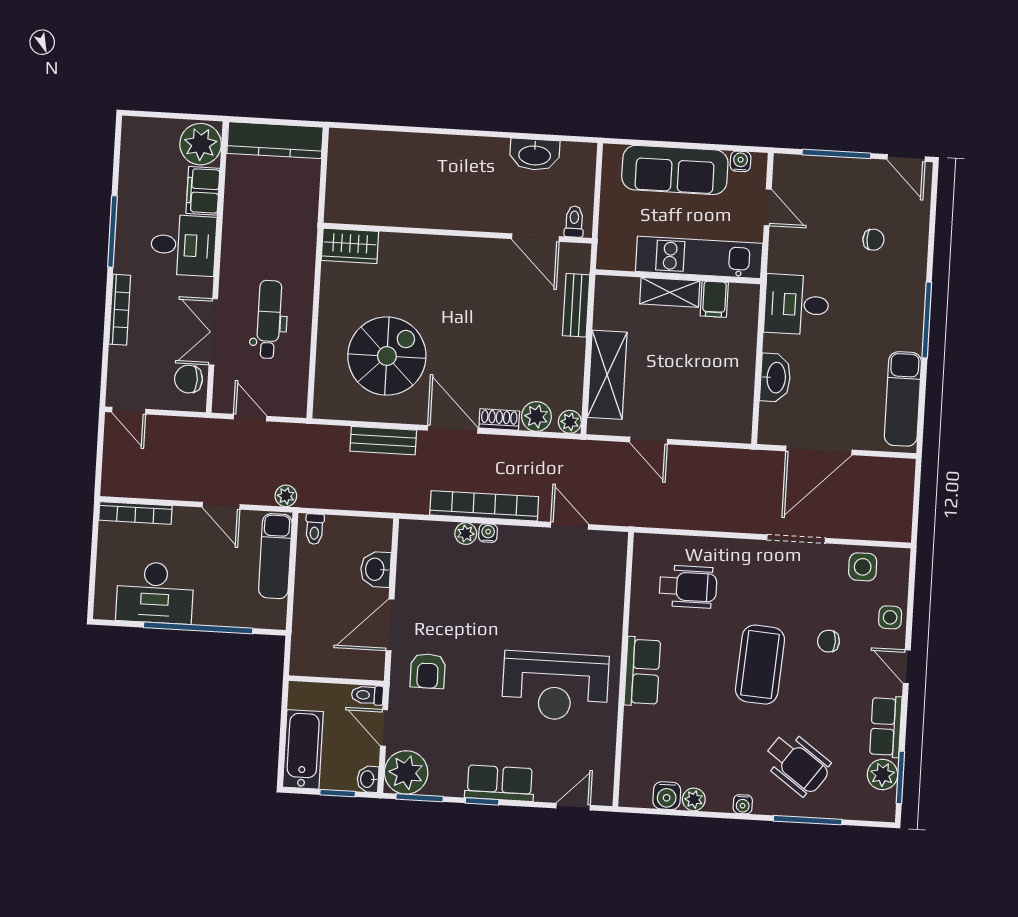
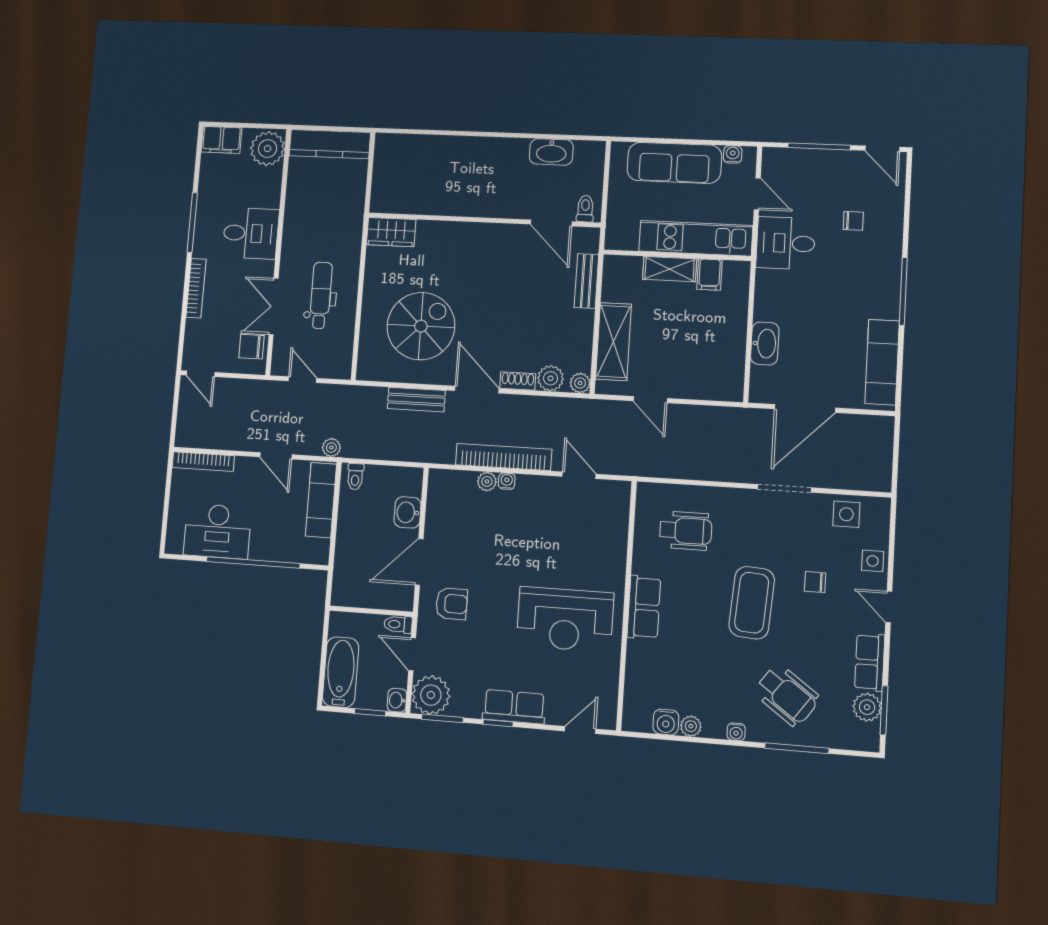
filing cabinet: (203, 191) -> (221, 140), moved, turned -90
desk: (797, 305) -> (786, 243), moved
armchair: (428, 671) -> (452, 604), turned -90

